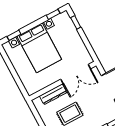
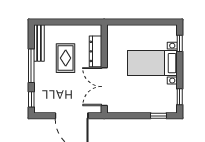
bed with nightstands: (39, 48) -> (152, 63), width x0.73

